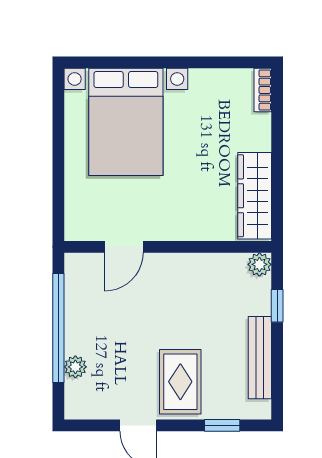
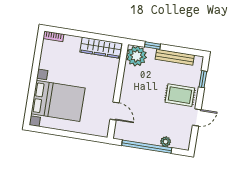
plant: (259, 264) -> (136, 56), width x1.88, depth x1.88

